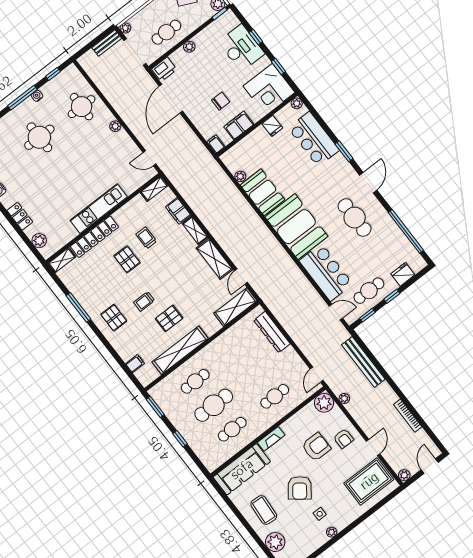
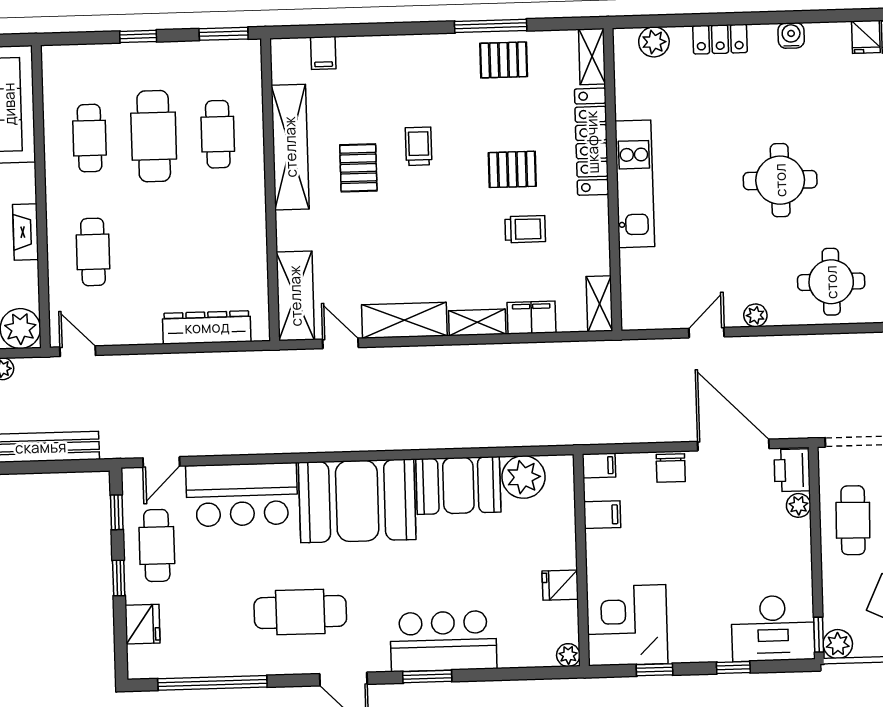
plant: (189, 47) -> (799, 505), moved
desk: (241, 48) -> (773, 628), moved
chair: (221, 101) -> (671, 468), moved
filing cabinet: (239, 125) -> (602, 515), width x0.50
round table: (39, 137) -> (780, 180), moved
bar counter: (314, 139) -> (443, 641), moved
door: (149, 158) -> (706, 333), moved
plant: (240, 176) -> (524, 477), width x1.88, depth x1.88
pallet: (114, 318) -> (504, 60), moved
fireplace: (271, 439) -> (26, 232), moved

